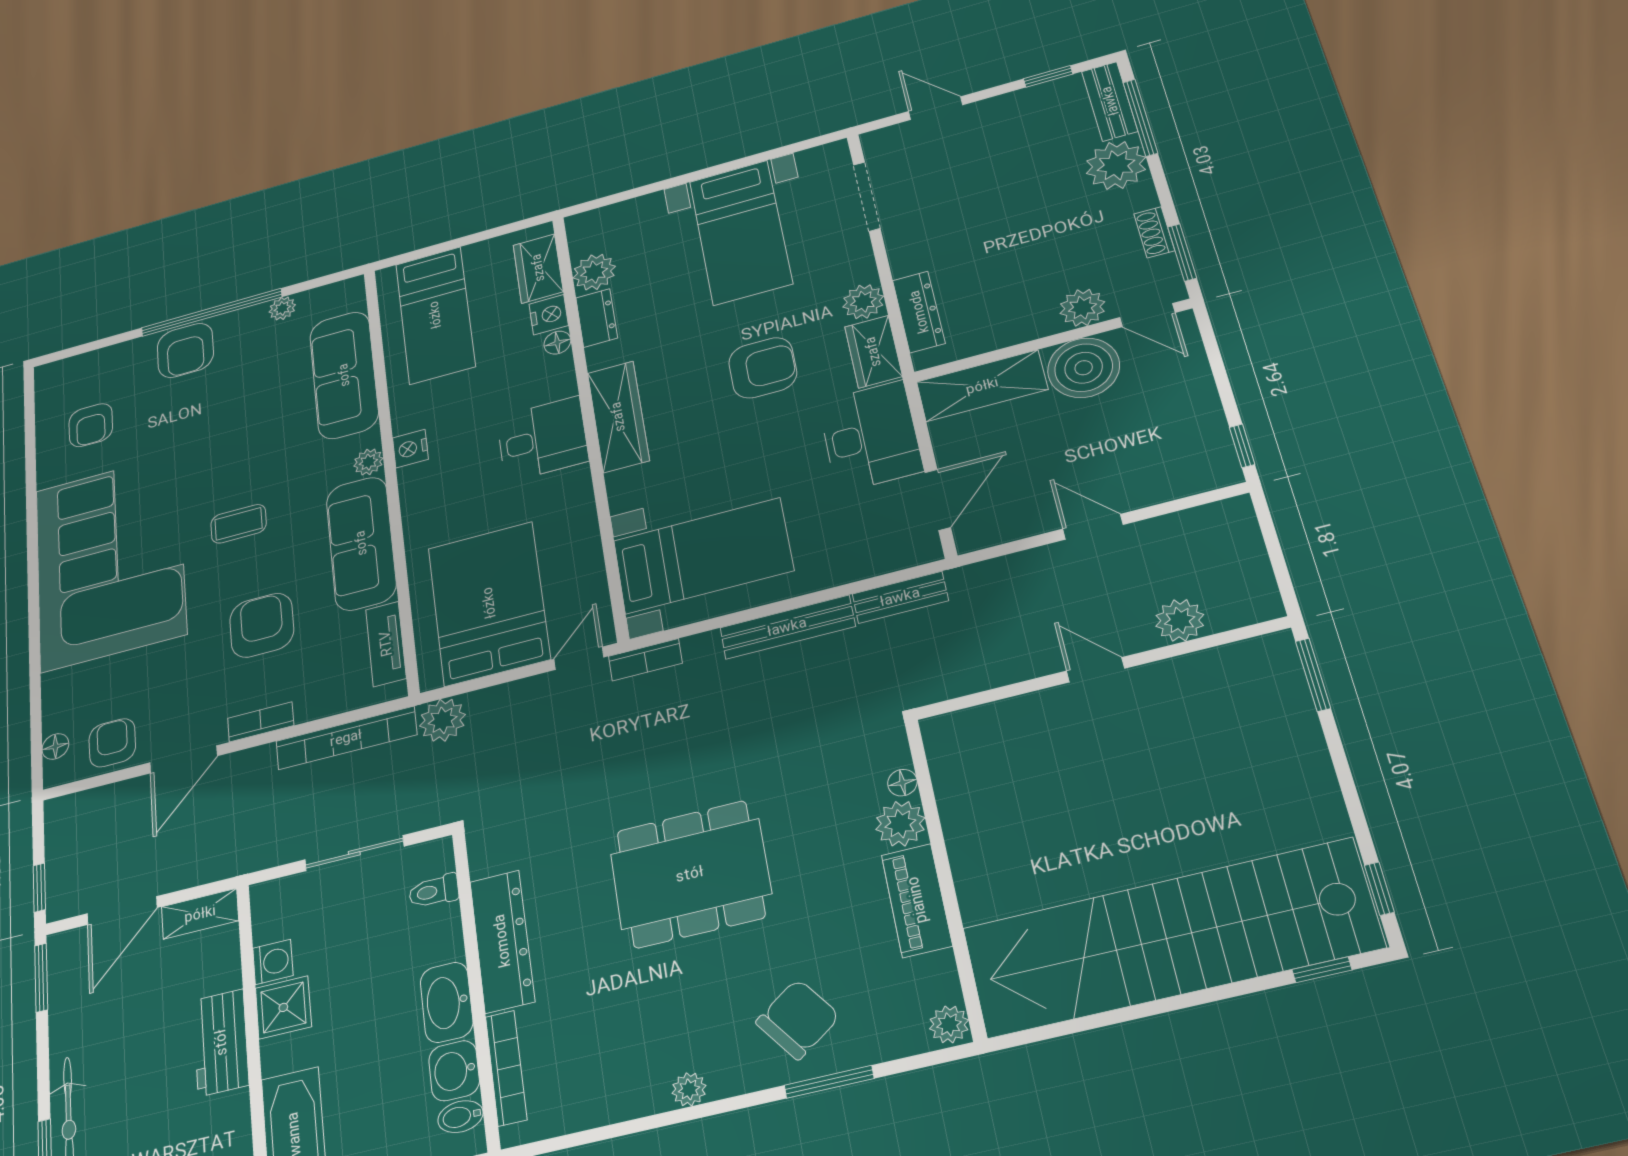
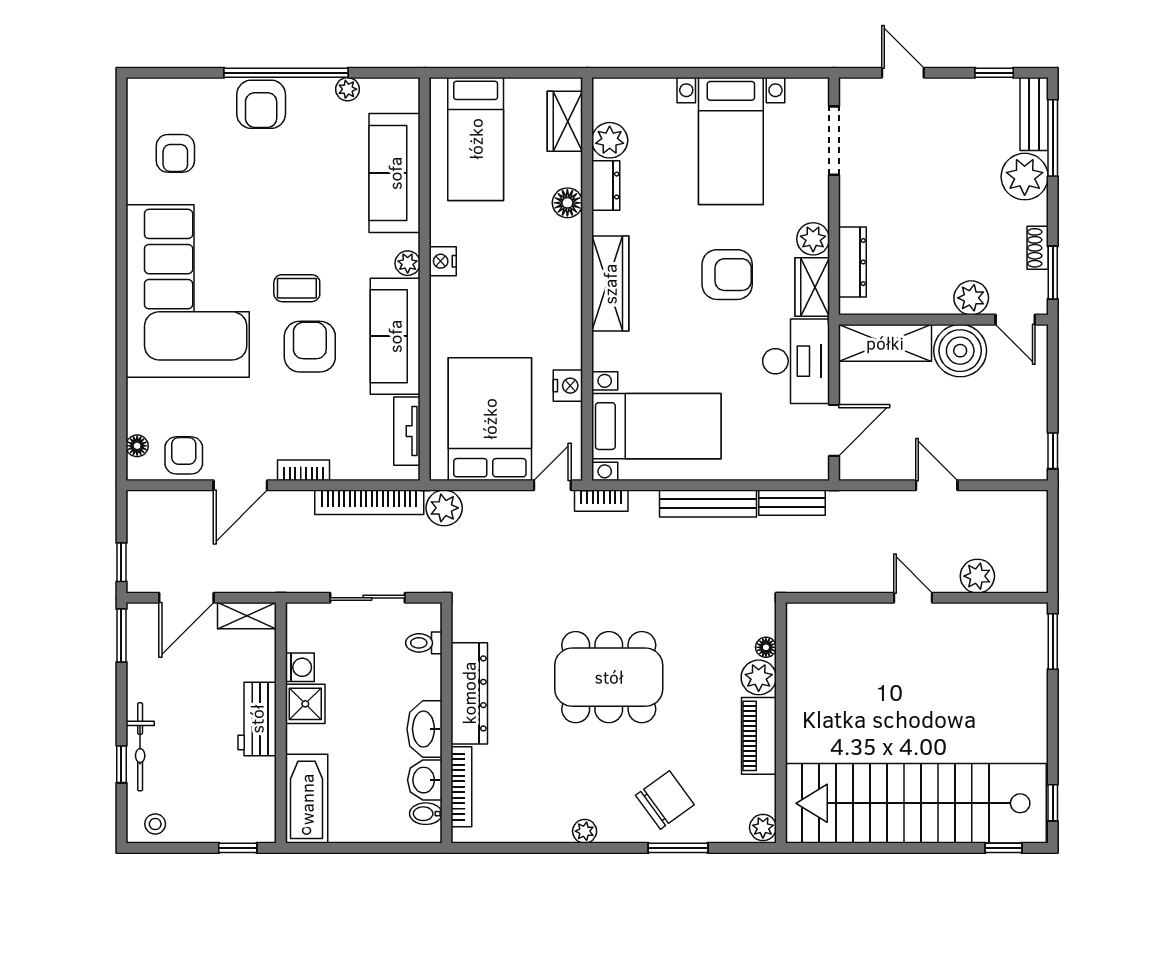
nightstand: (549, 315) -> (568, 386), moved
floor lamp: (557, 343) -> (567, 203), width x1.37, depth x1.37
desk: (542, 439) -> (548, 286), removed
armchair: (262, 625) -> (310, 347), moved

